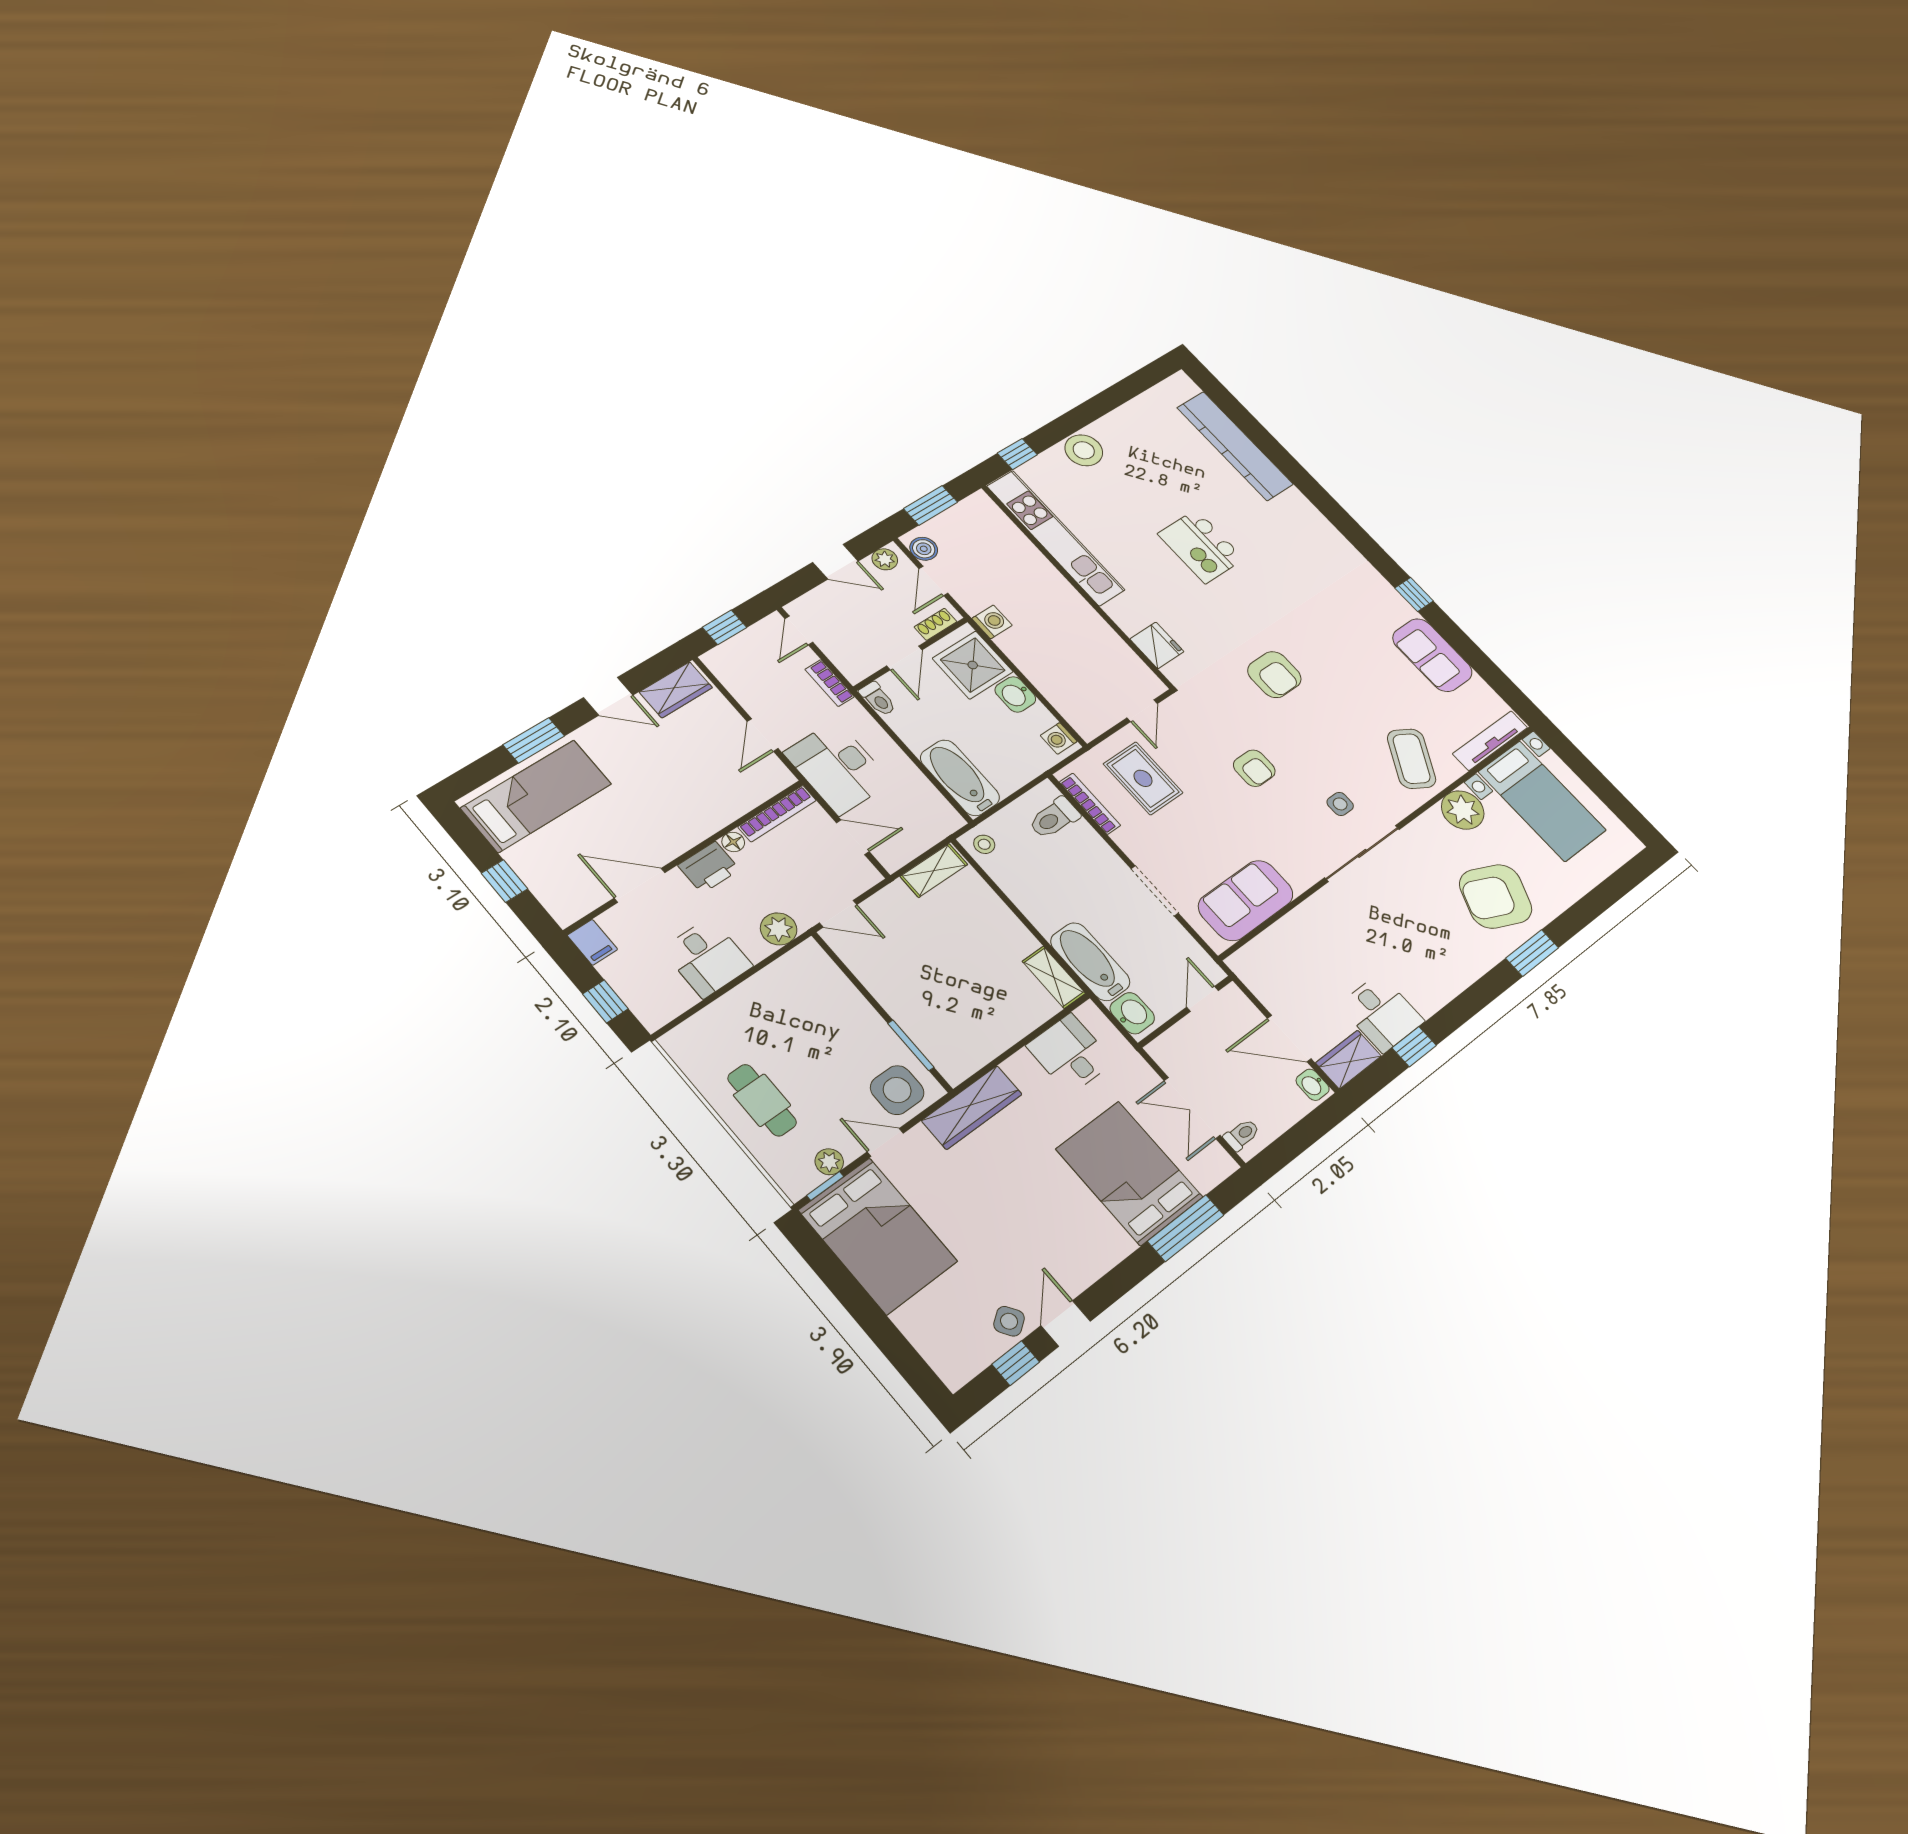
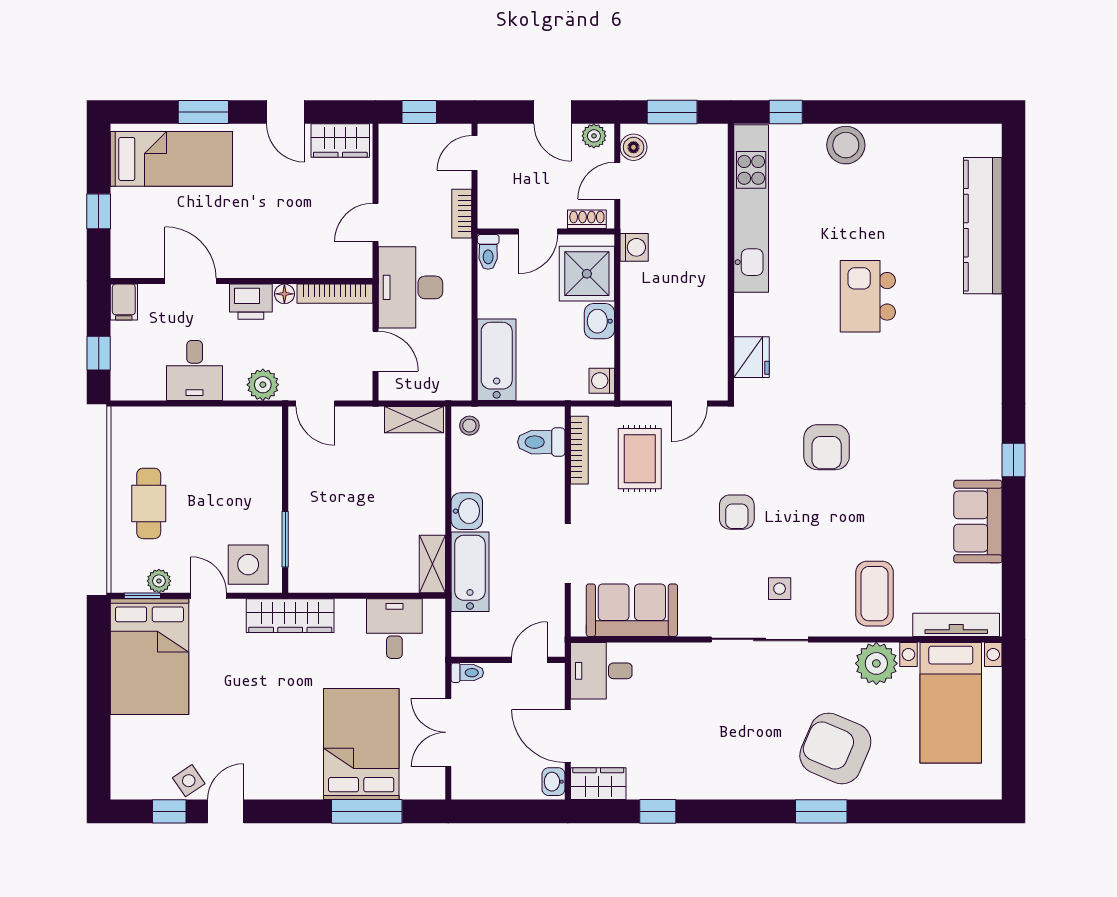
coffee table: (1411, 759) -> (875, 594), turned -30
washbasin: (1132, 1013) -> (467, 511), moved
desk: (1382, 1013) -> (601, 671), moved, turned 90
toilet: (1242, 1135) -> (467, 673), moved

